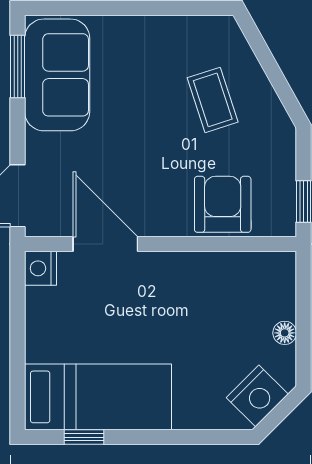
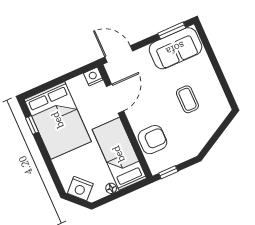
coffee table: (213, 100) -> (187, 99), moved, turned -72
bed: (222, 285) -> (119, 154), added
bed: (98, 397) -> (58, 120), width x1.50

